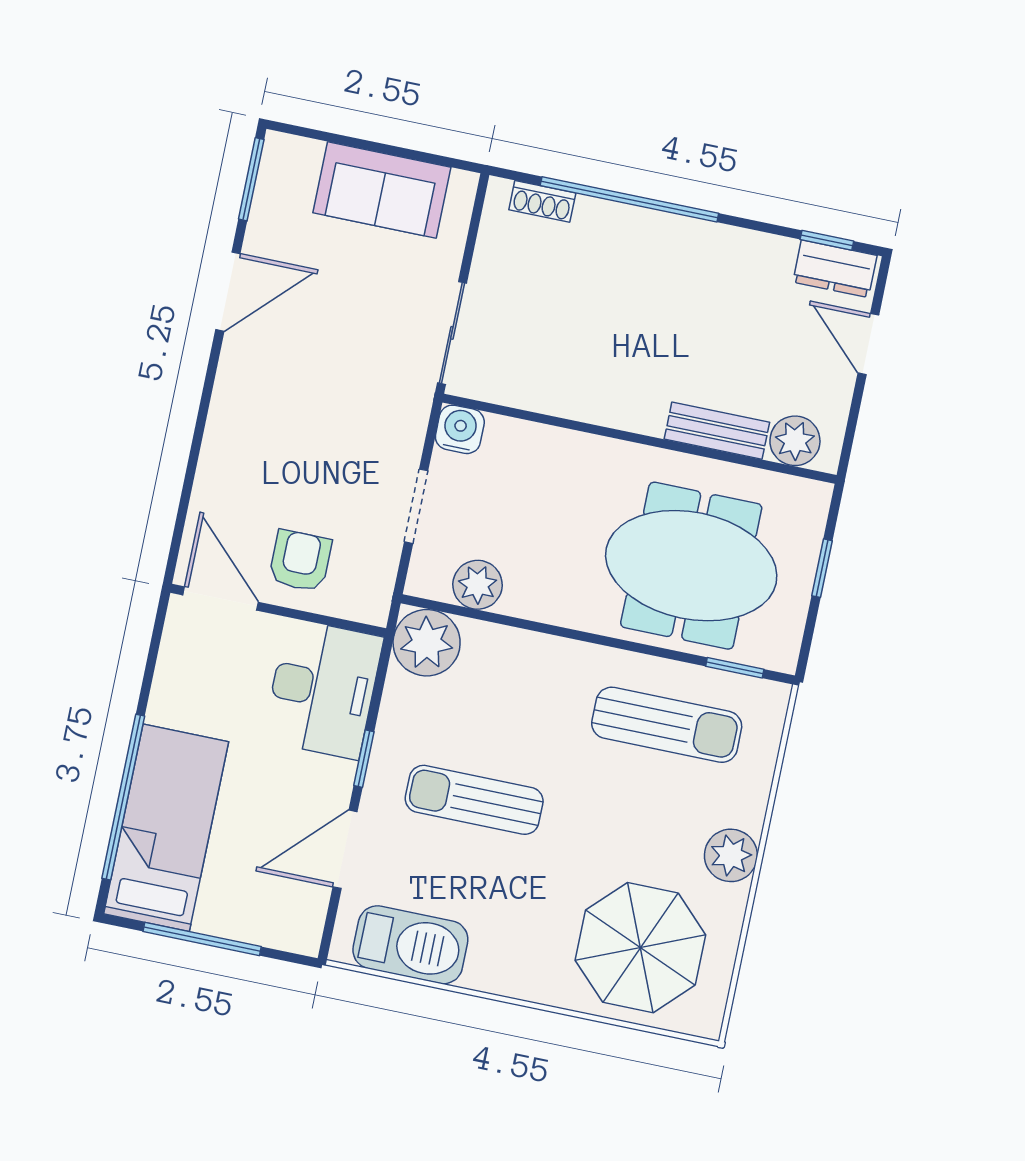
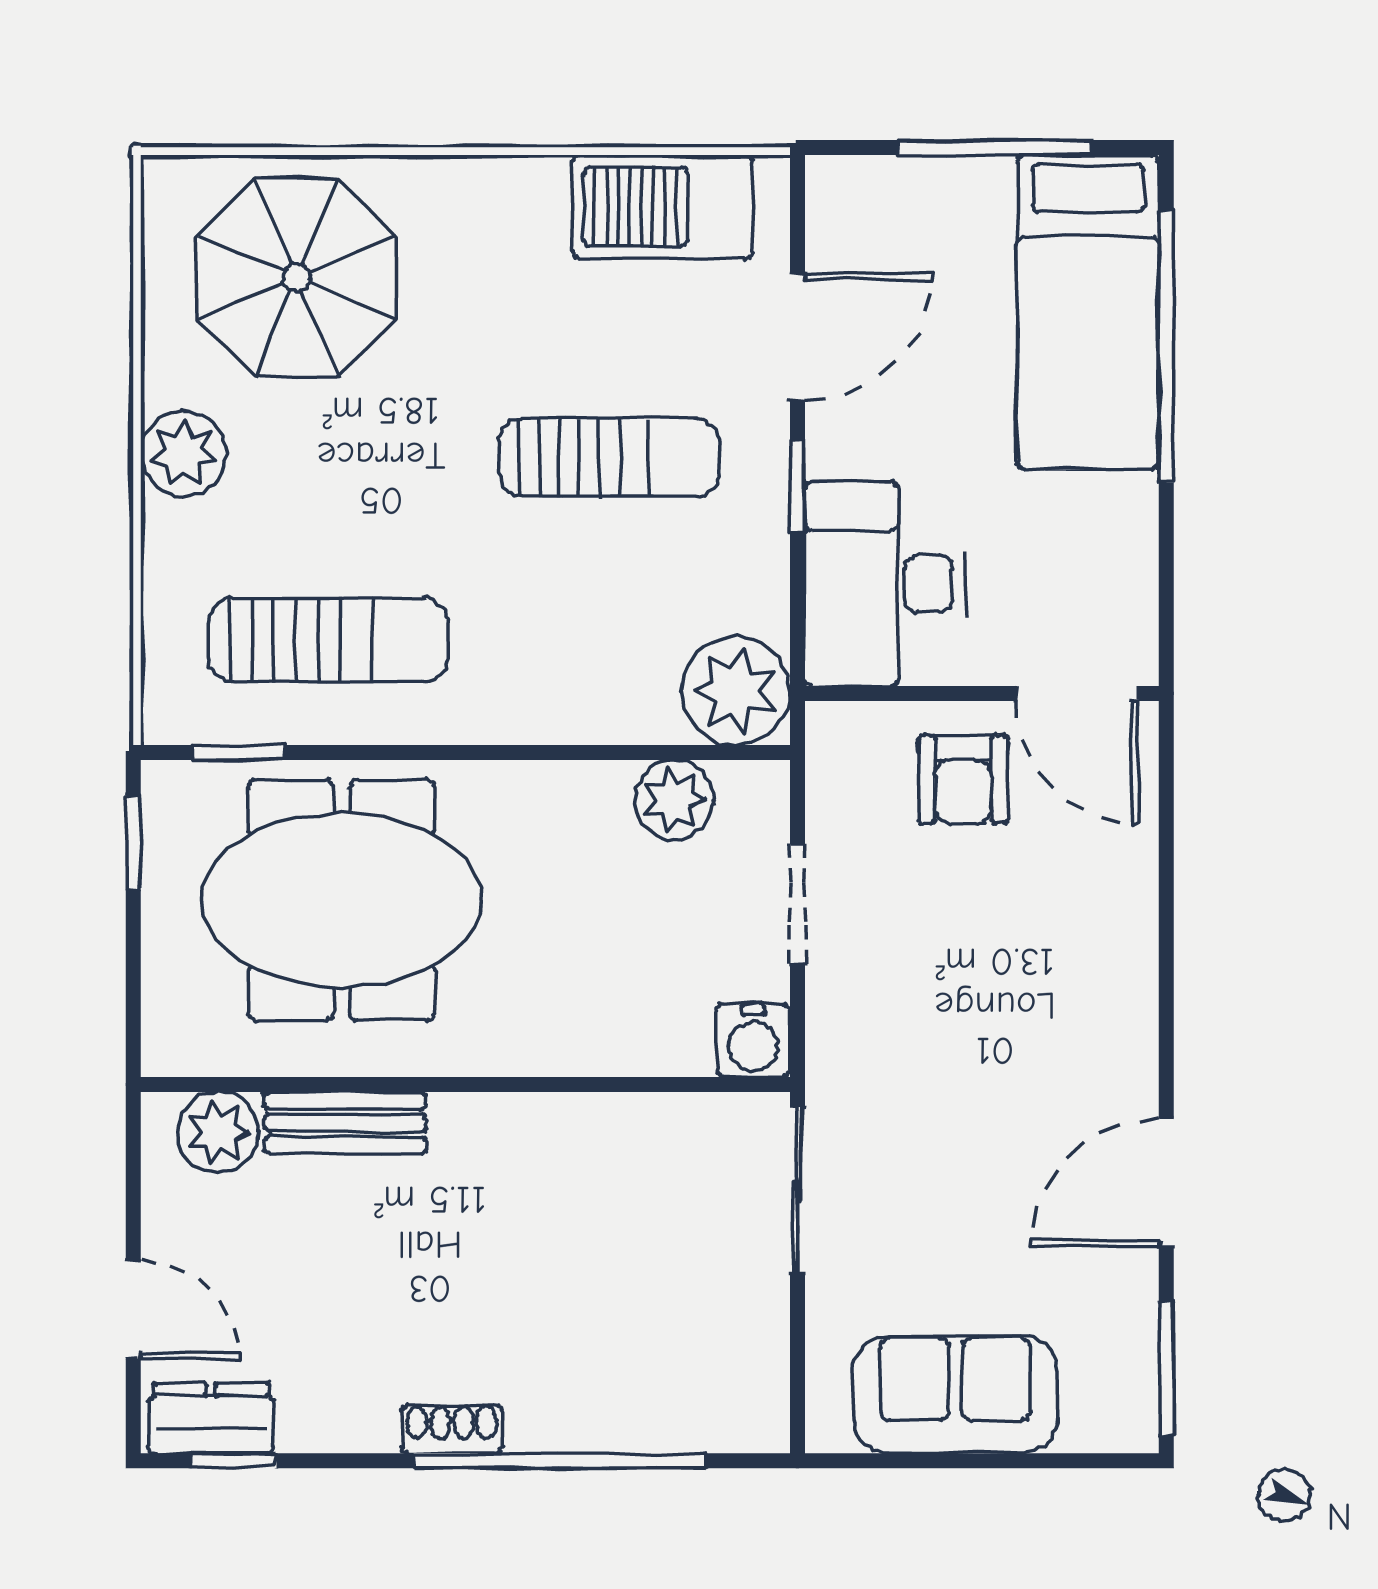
shoe rack: (542, 201) -> (452, 1429), moved
window: (822, 568) -> (133, 843), moved
sun lounger: (667, 725) -> (328, 640), turned 180

